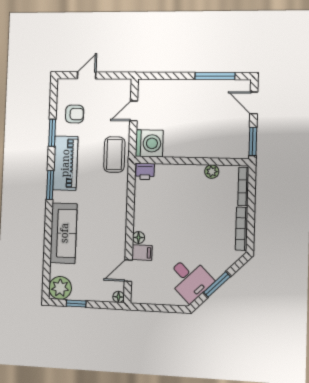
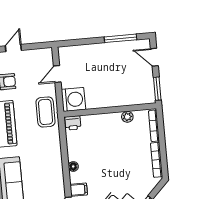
floor lamp: (139, 238) -> (73, 166), moved

